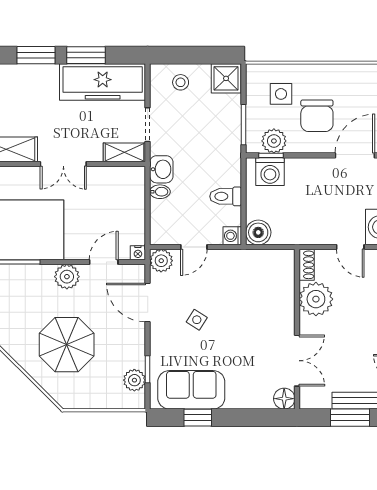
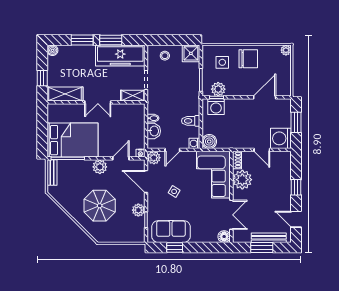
chair: (317, 116) -> (248, 59), moved, turned -90
washbasin: (161, 169) -> (154, 131), moved
corner sofa: (265, 290) -> (213, 175), added
plant: (134, 380) -> (138, 210), moved

